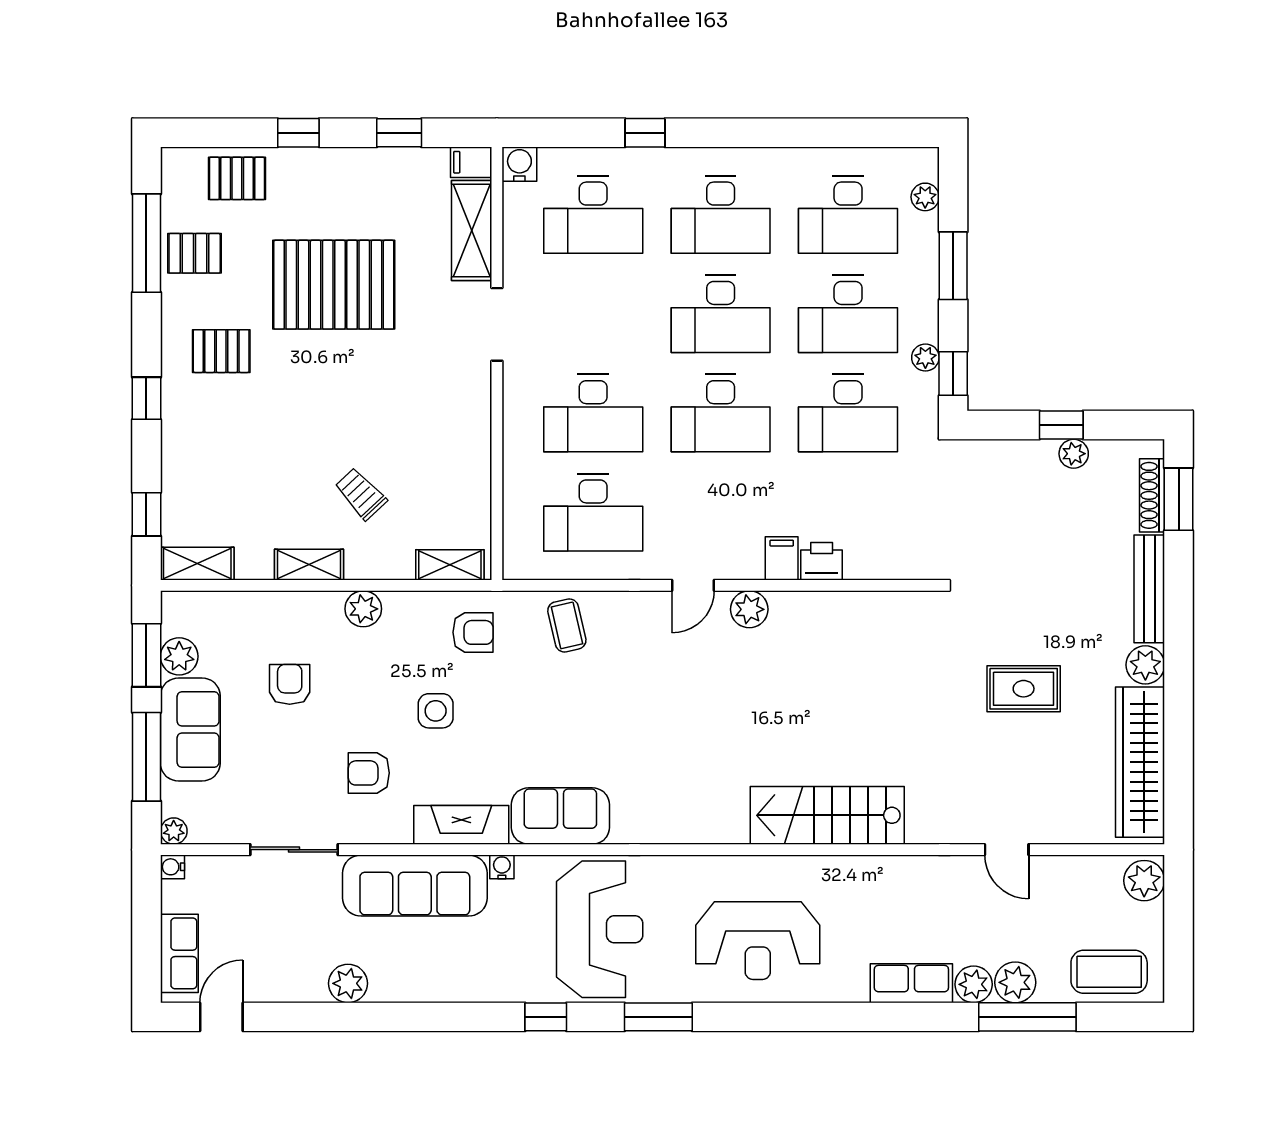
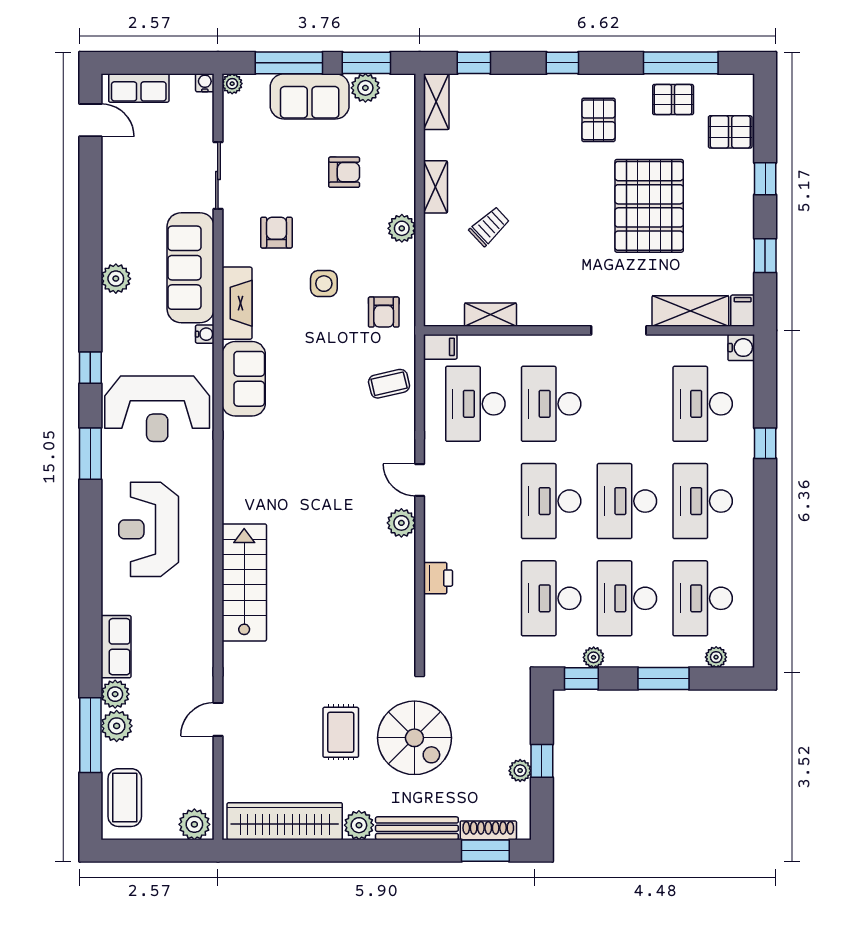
pallet: (237, 178) -> (730, 132), turned 90
pallet: (195, 253) -> (673, 100), turned 90
filing cabinet: (782, 558) -> (440, 347), moved
shelving: (450, 565) -> (491, 315), moved, turned 90
spiral stairs: (1031, 592) -> (414, 738), added
plant: (348, 983) -> (116, 279), moved

